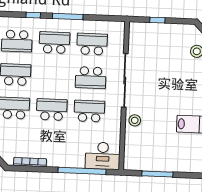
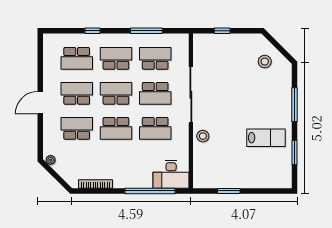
window: (68, 17) -> (146, 31), moved
school desk: (53, 76) -> (116, 93), added
school desk: (52, 110) -> (116, 128), turned 180
school desk: (89, 111) -> (155, 128), turned 180
window: (157, 174) -> (229, 191), width x0.69

